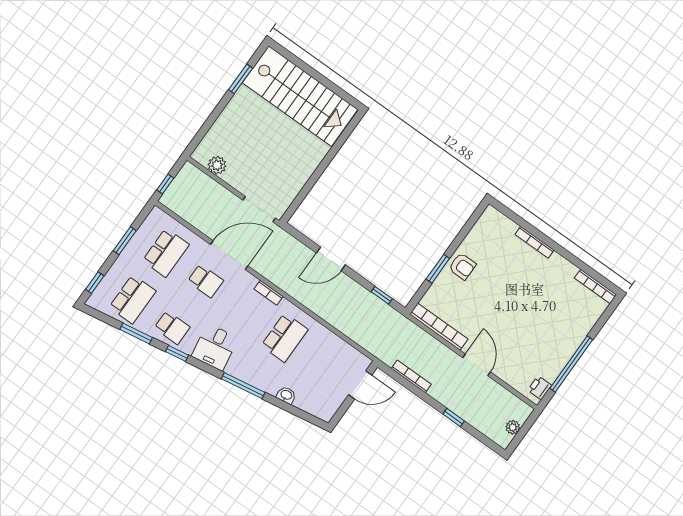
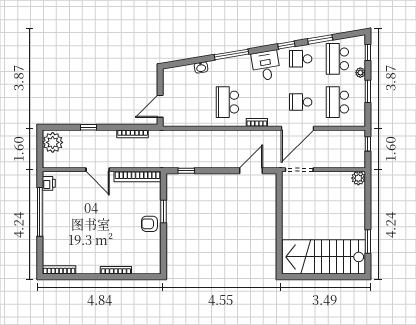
plant: (217, 165) -> (358, 178), moved
door: (331, 259) -> (251, 171), moved
plant: (118, 267) -> (360, 73), added
plant: (513, 427) -> (53, 142), width x1.88, depth x1.88

